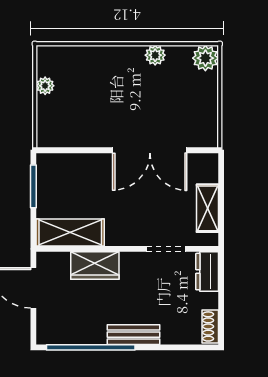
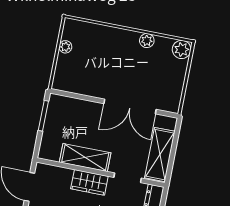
shelving: (207, 208) -> (160, 155), width x1.50, depth x1.33
shelving: (70, 232) -> (85, 158), moved
wardrobe: (95, 266) -> (89, 182), moved

